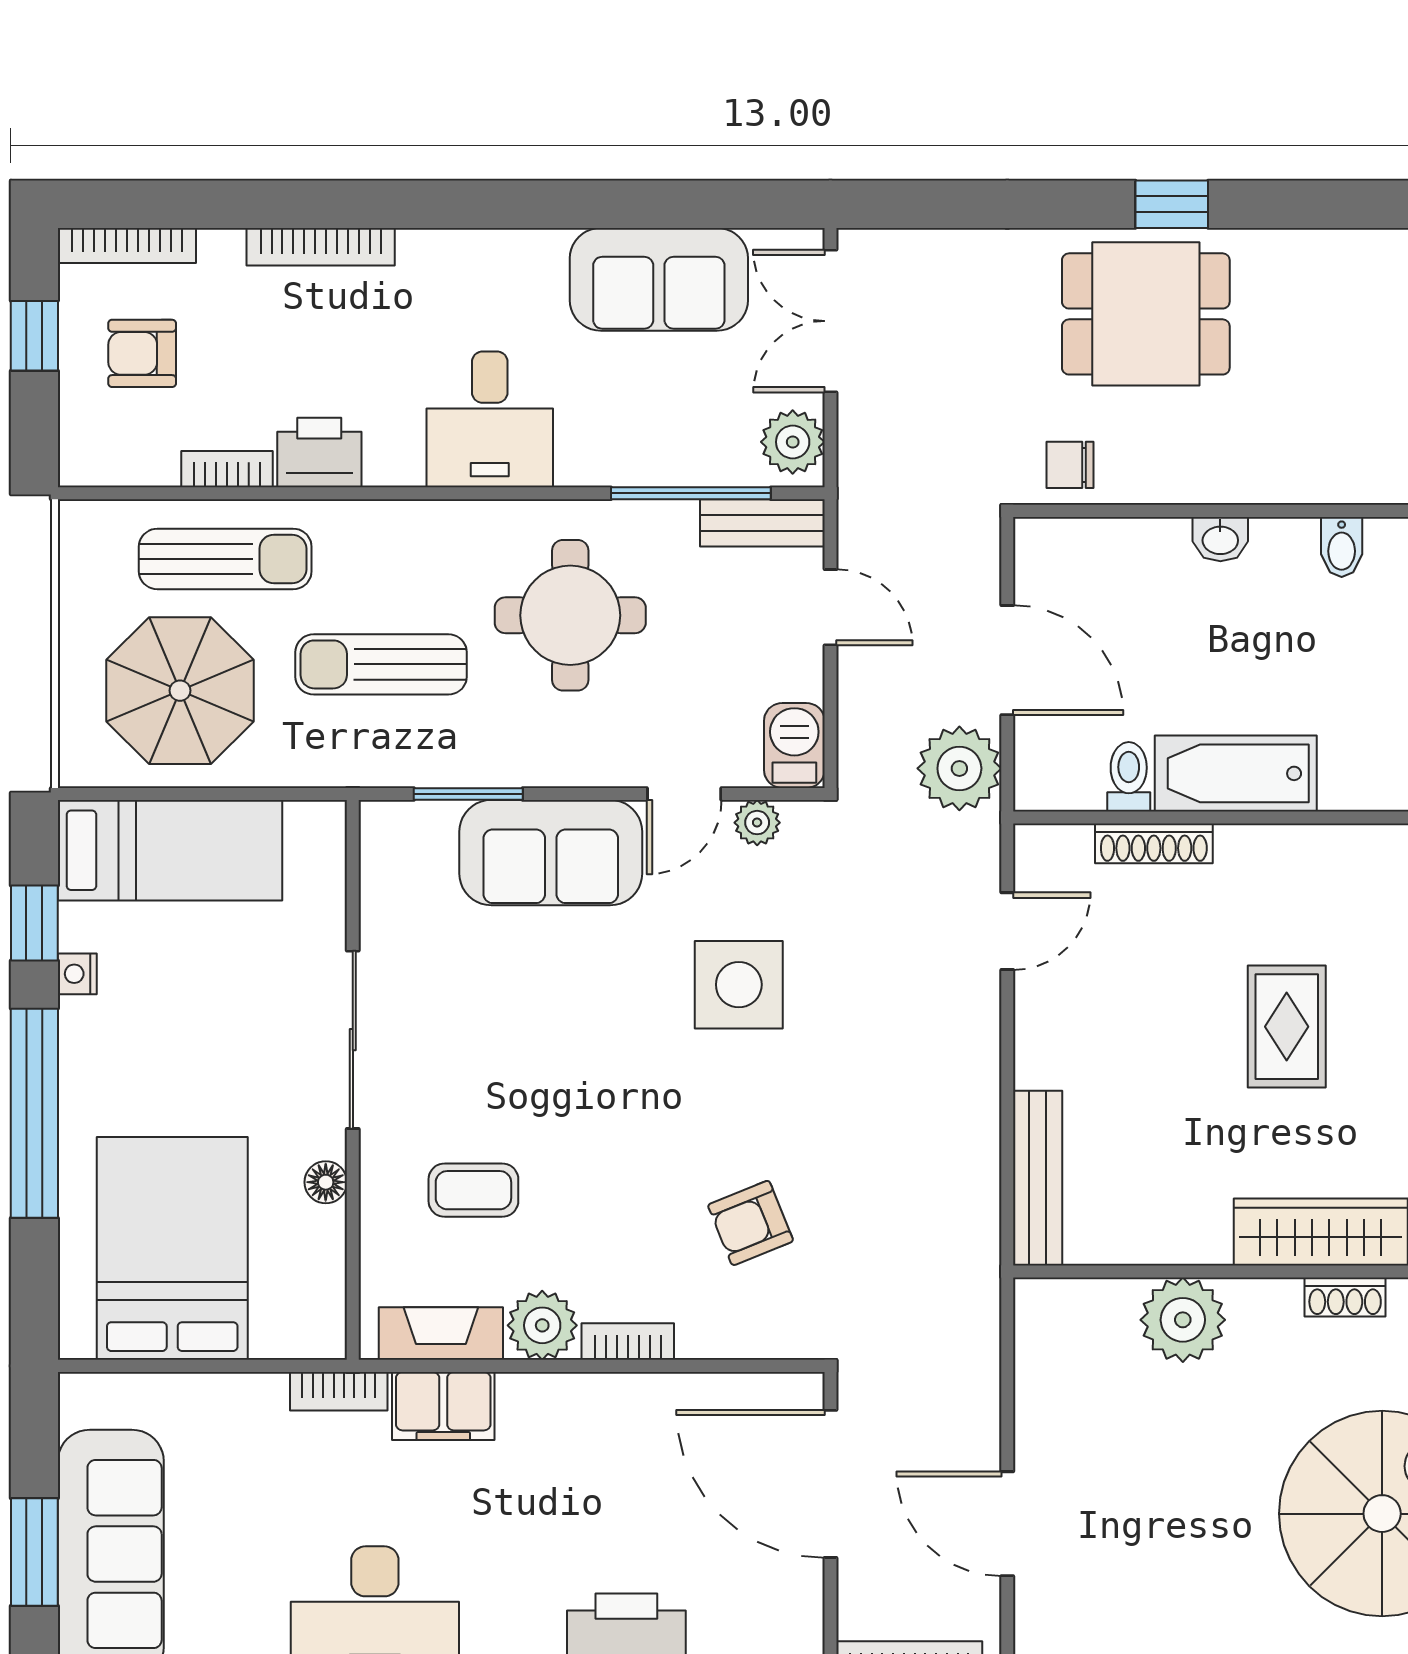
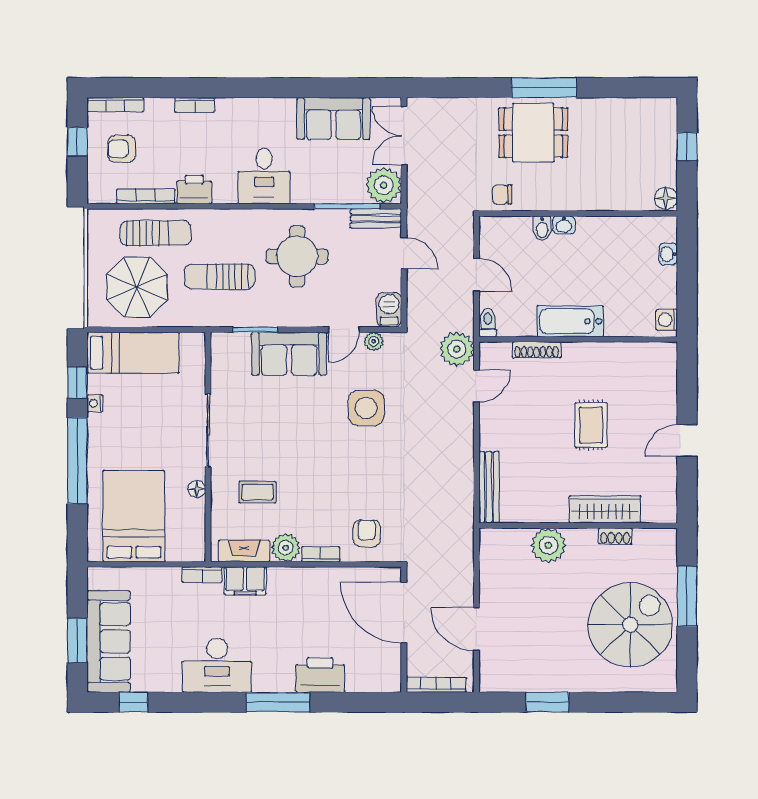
window: (1172, 204) -> (544, 88), width x2.17
bookcase: (321, 247) -> (195, 105), width x0.64
plant: (793, 442) -> (384, 185), width x1.36, depth x1.36
bookcase: (227, 469) -> (146, 196), width x1.56
bidet: (1342, 547) -> (542, 228), moved
door: (1007, 660) -> (476, 275), width x0.73
plant: (959, 768) -> (457, 349), moved
toilet: (1129, 777) -> (488, 323), moved
armchair: (751, 1223) -> (367, 533), moved, turned 112

